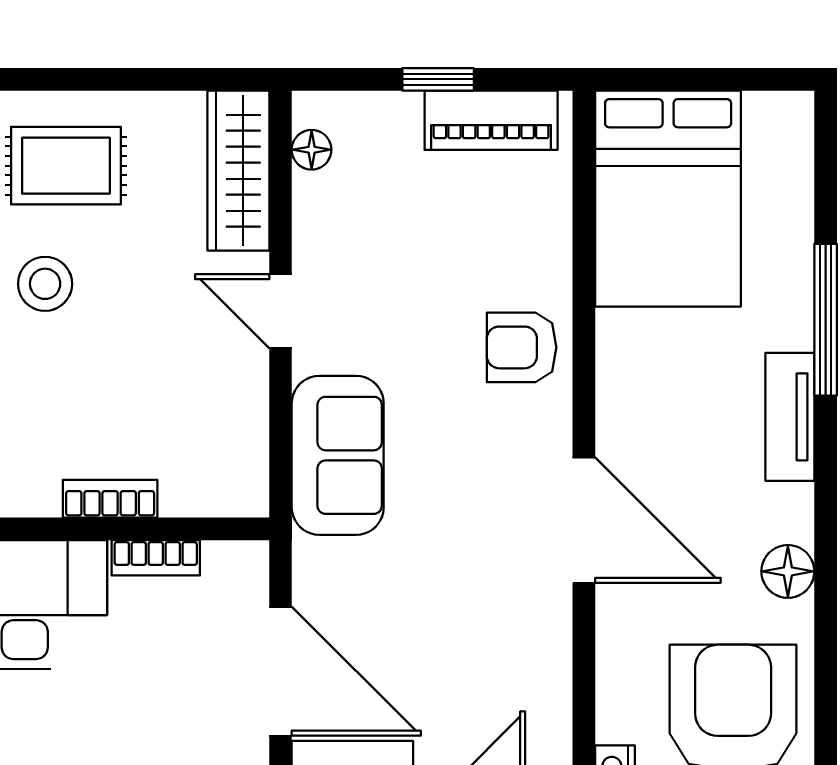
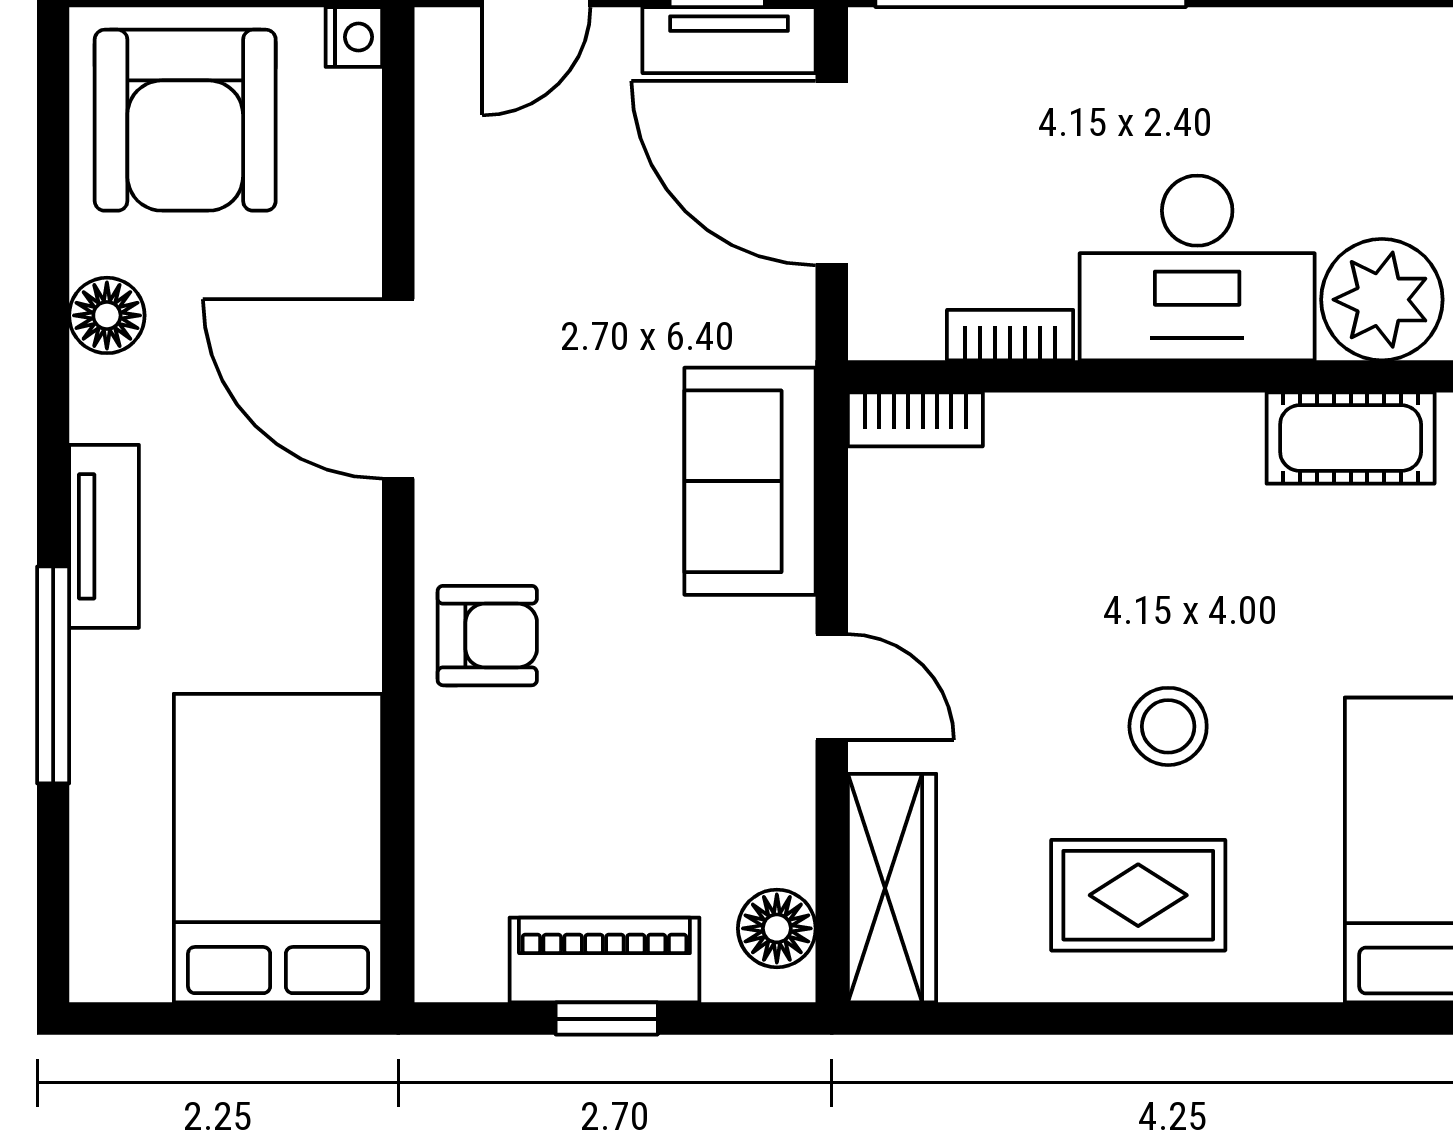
piano: (491, 120) -> (604, 960), moved
floor lamp: (312, 150) -> (777, 928), width x1.37, depth x1.37
bookcase: (110, 499) -> (915, 419), moved

